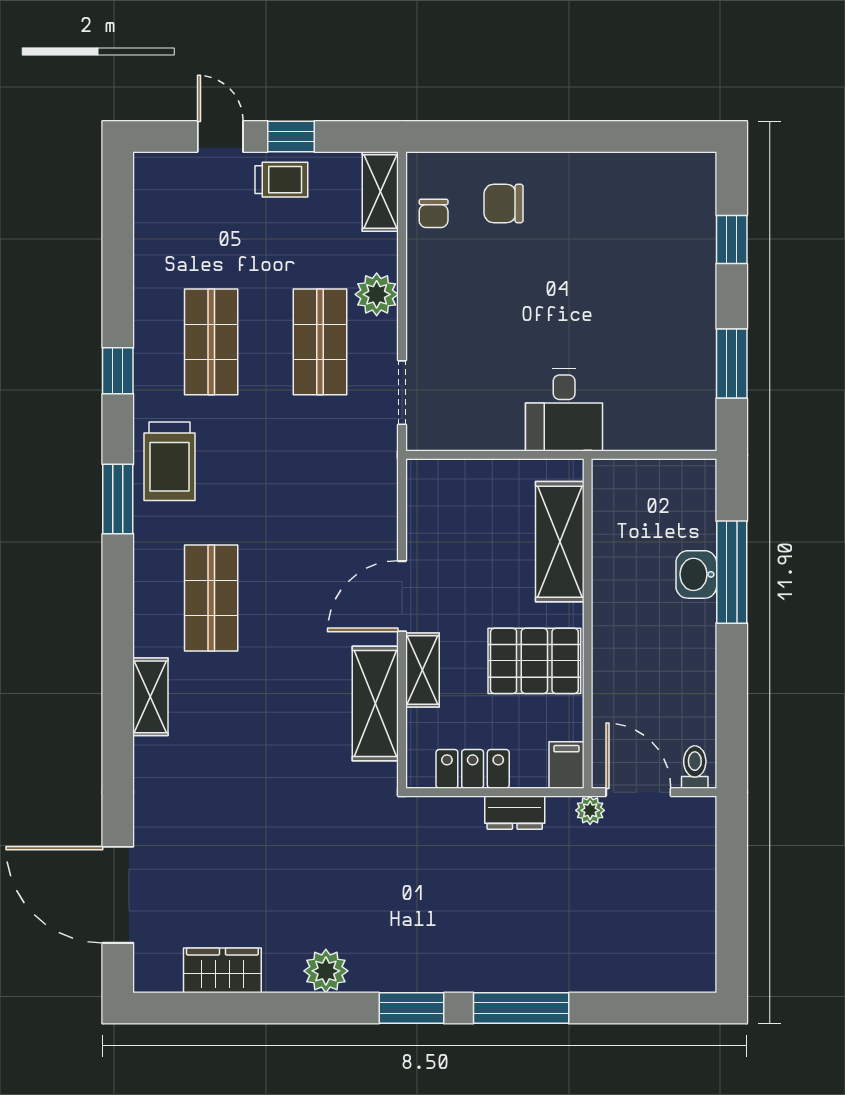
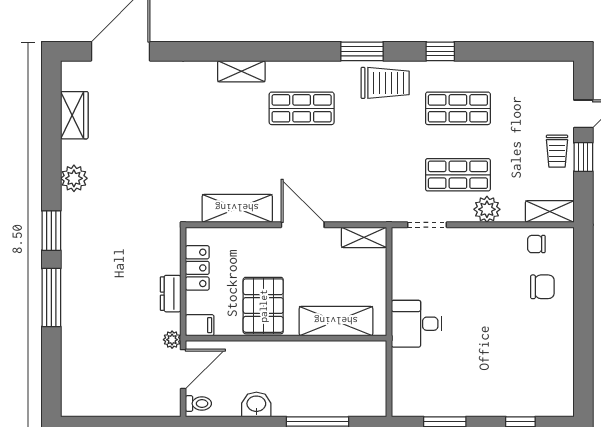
chair: (504, 203) -> (542, 287), turned 90
trolley: (169, 461) -> (385, 83), turned 180
washbasin: (696, 574) -> (256, 404), moved
shelving: (423, 670) -> (364, 237), moved

